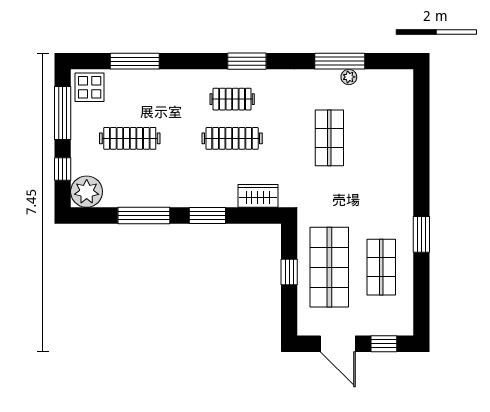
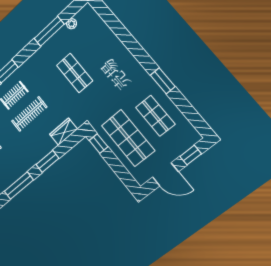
plant: (349, 77) -> (72, 24), moved
window: (289, 272) -> (99, 144), moved

